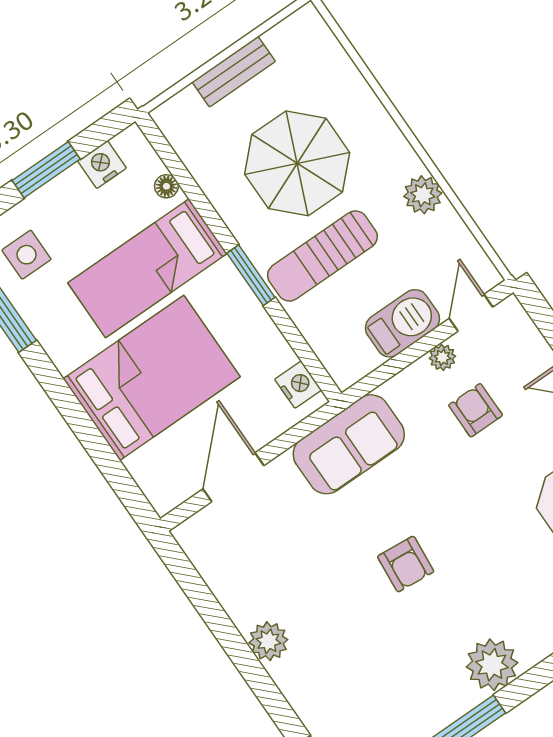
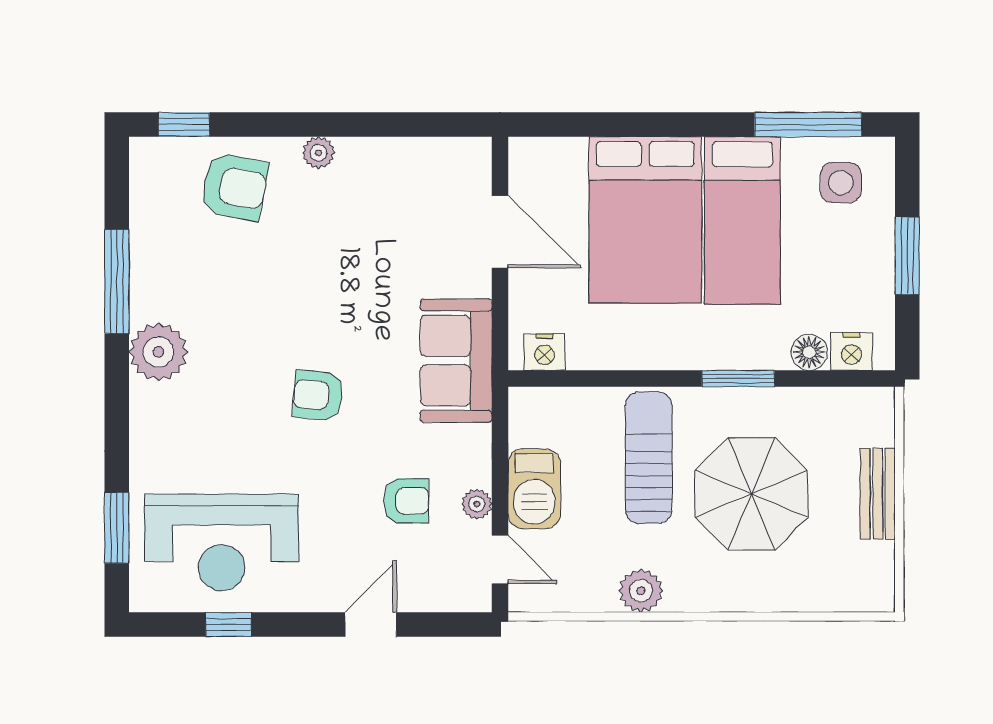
nightstand: (102, 164) -> (851, 351), moved, turned 90
floor lamp: (166, 186) -> (809, 352), width x1.37, depth x1.37
bed: (147, 268) -> (743, 220), moved, turned 180
window: (251, 275) -> (738, 379), moved
armchair: (406, 564) -> (318, 395), moved
plant: (268, 641) -> (318, 153), width x0.73, depth x0.73
armchair: (334, 693) -> (234, 187), added

